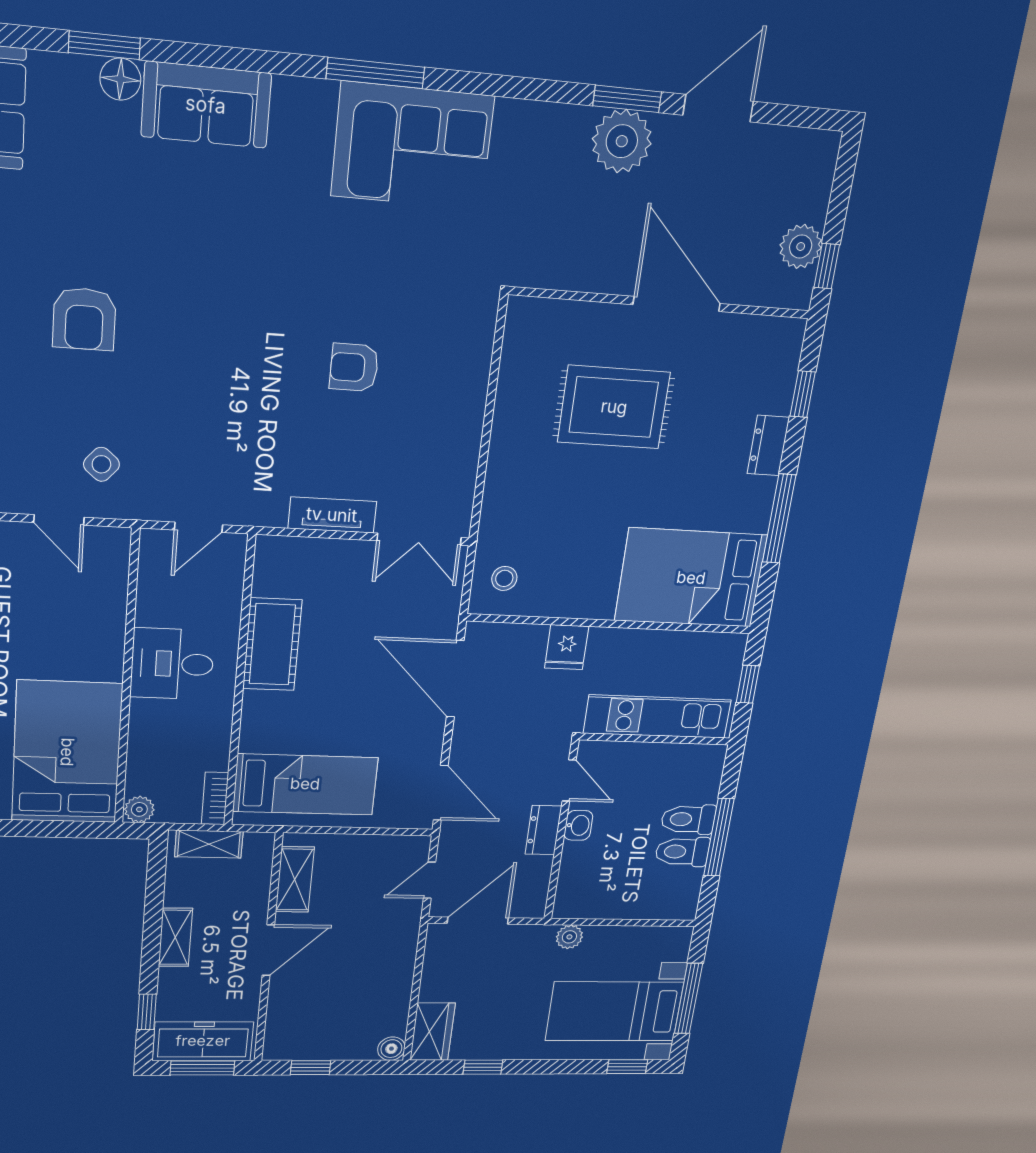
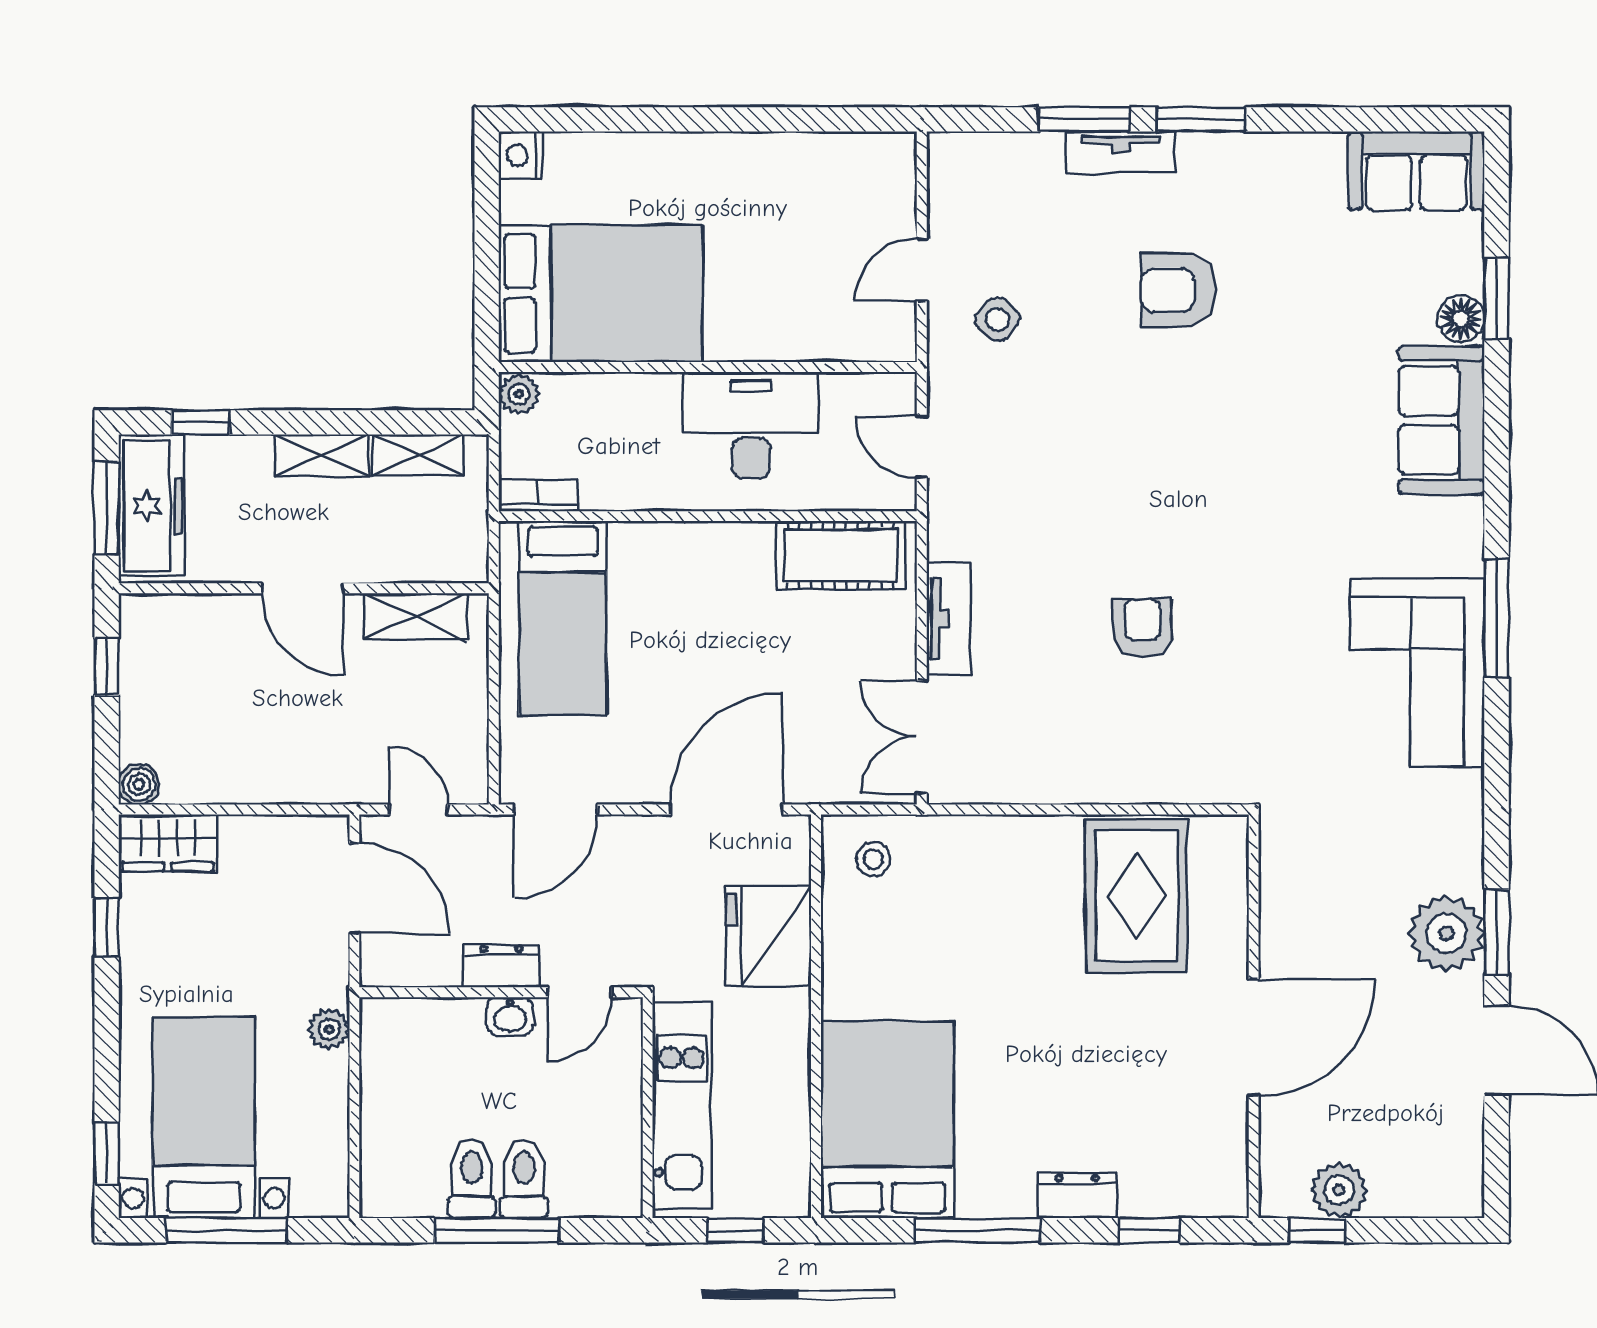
rug: (614, 407) -> (1137, 896), moved
cot: (272, 644) -> (840, 555), moved
fridge: (567, 647) -> (768, 936), width x1.88, depth x1.34
desk: (172, 664) -> (751, 425), width x1.37
shelving: (209, 844) -> (418, 455), moved, turned 90

